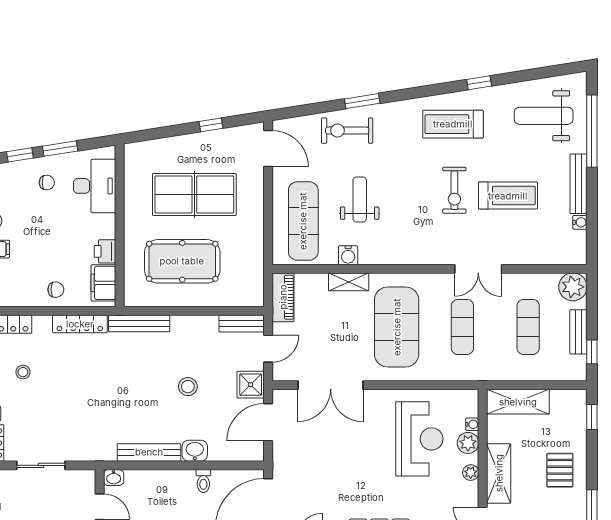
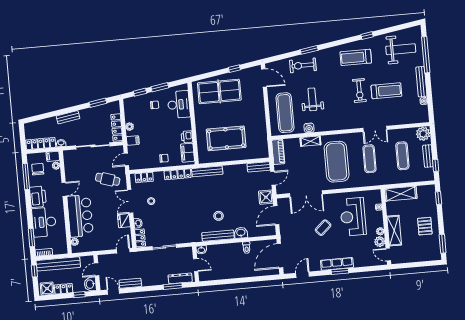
weight bench: (544, 116) -> (401, 49), turned 180
table tennis table: (194, 194) -> (219, 91), moved
stool: (188, 387) -> (219, 216), moved
reception desk: (419, 439) -> (353, 217), turned 180
plant: (468, 443) -> (380, 242), moved
coffee table: (358, 455) -> (323, 228), added

